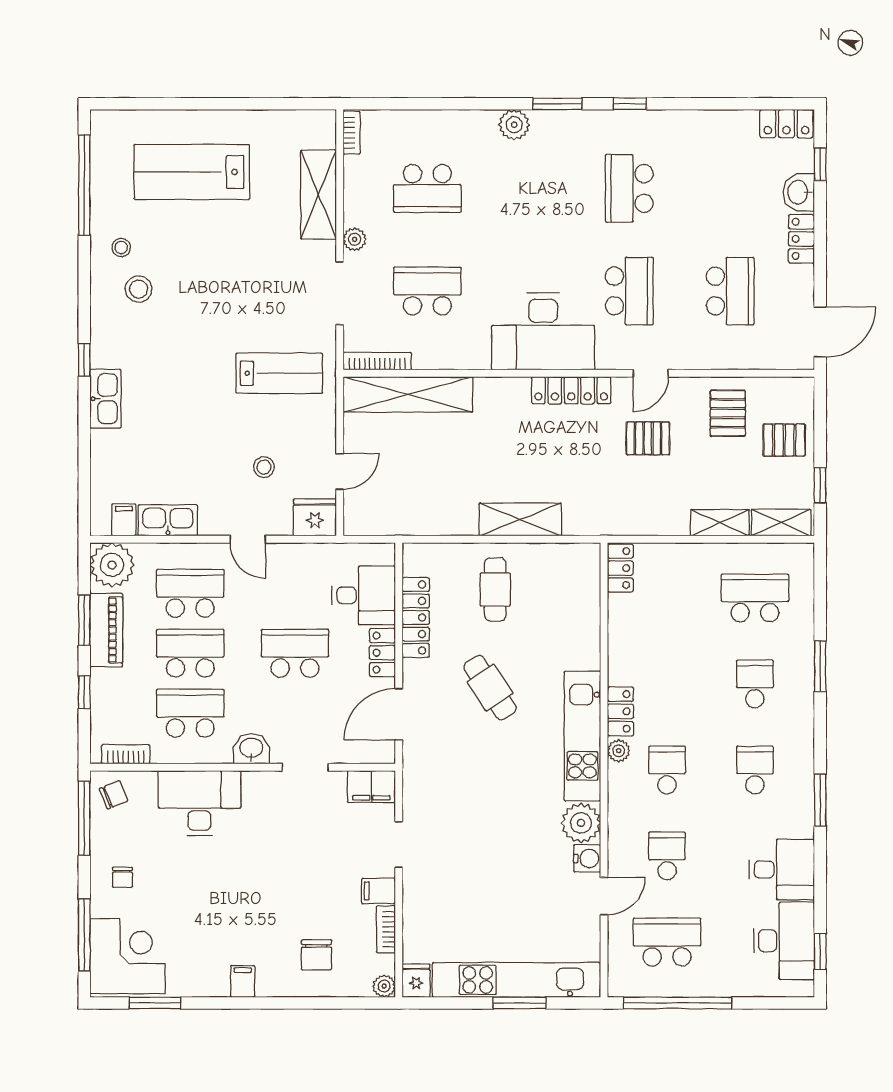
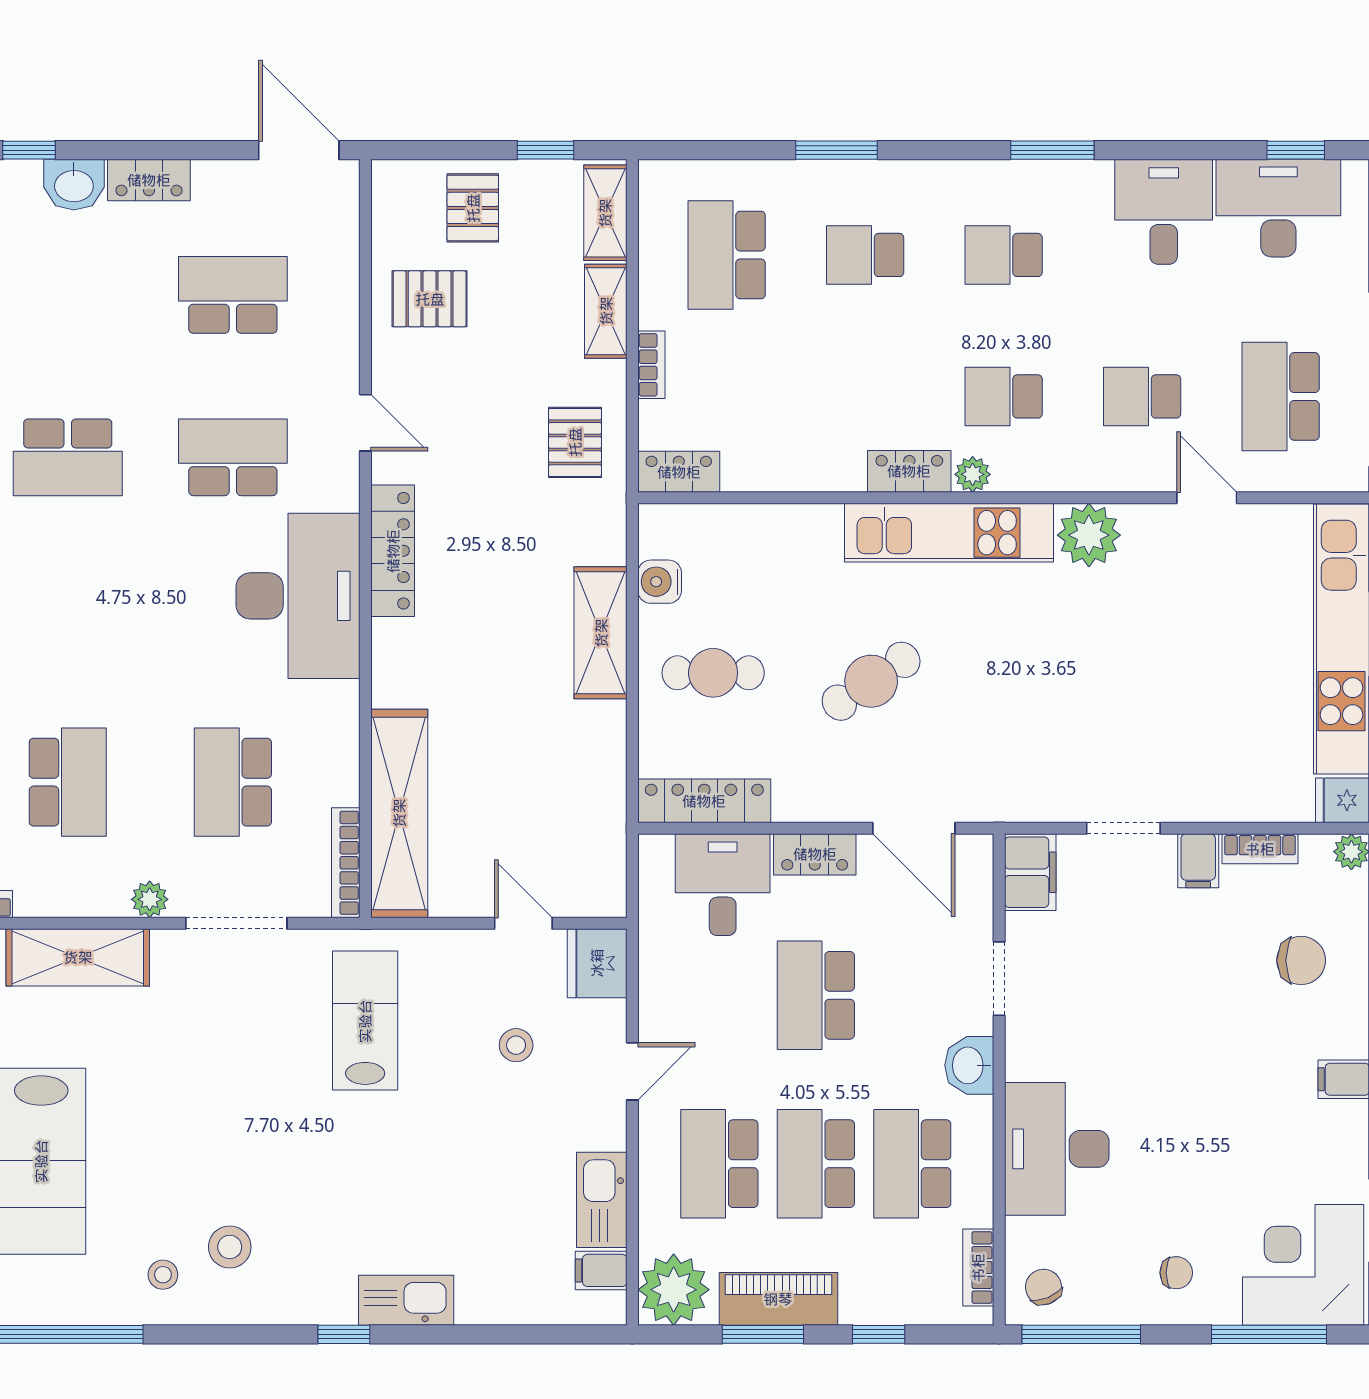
pallet: (648, 438) -> (575, 442), moved
bookcase: (687, 551) -> (651, 365), added
locker: (416, 617) -> (704, 801), moved
water cooler: (587, 858) -> (660, 582), moved, turned -90

